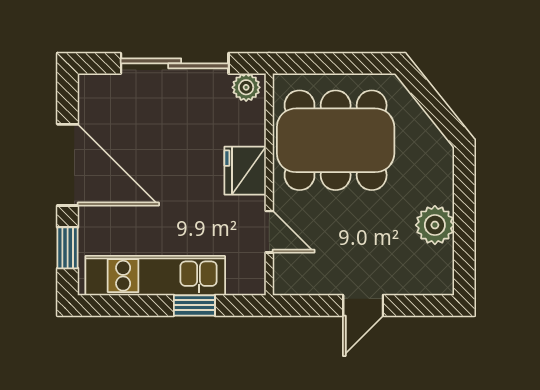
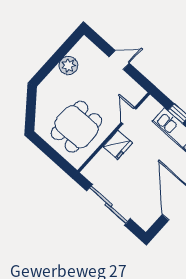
plant: (246, 87) -> (91, 174), removed
dining table: (336, 140) -> (76, 127), width x0.73

